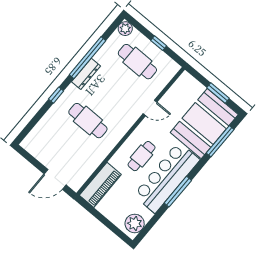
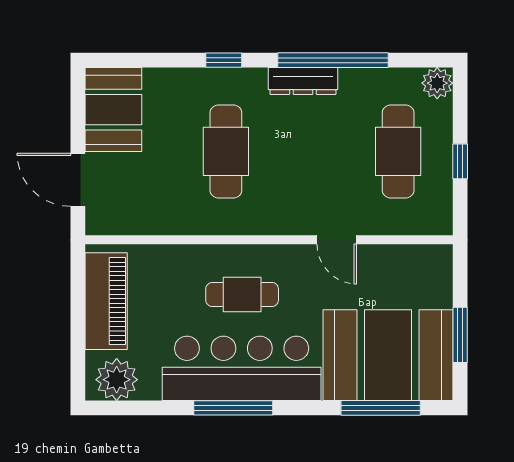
booth: (41, 147) -> (113, 110), added
piano: (100, 185) -> (106, 301), moved, turned -90

